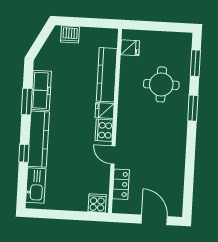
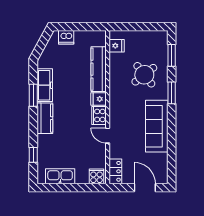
round table: (161, 84) -> (144, 75), turned -38
kitchen counter: (39, 139) -> (45, 118), width x0.67
sofa: (173, 147) -> (157, 126), added
window: (24, 153) -> (33, 155), moved
locker: (121, 184) -> (115, 171), moved
kitchen sink: (36, 185) -> (60, 176), moved, turned -90

